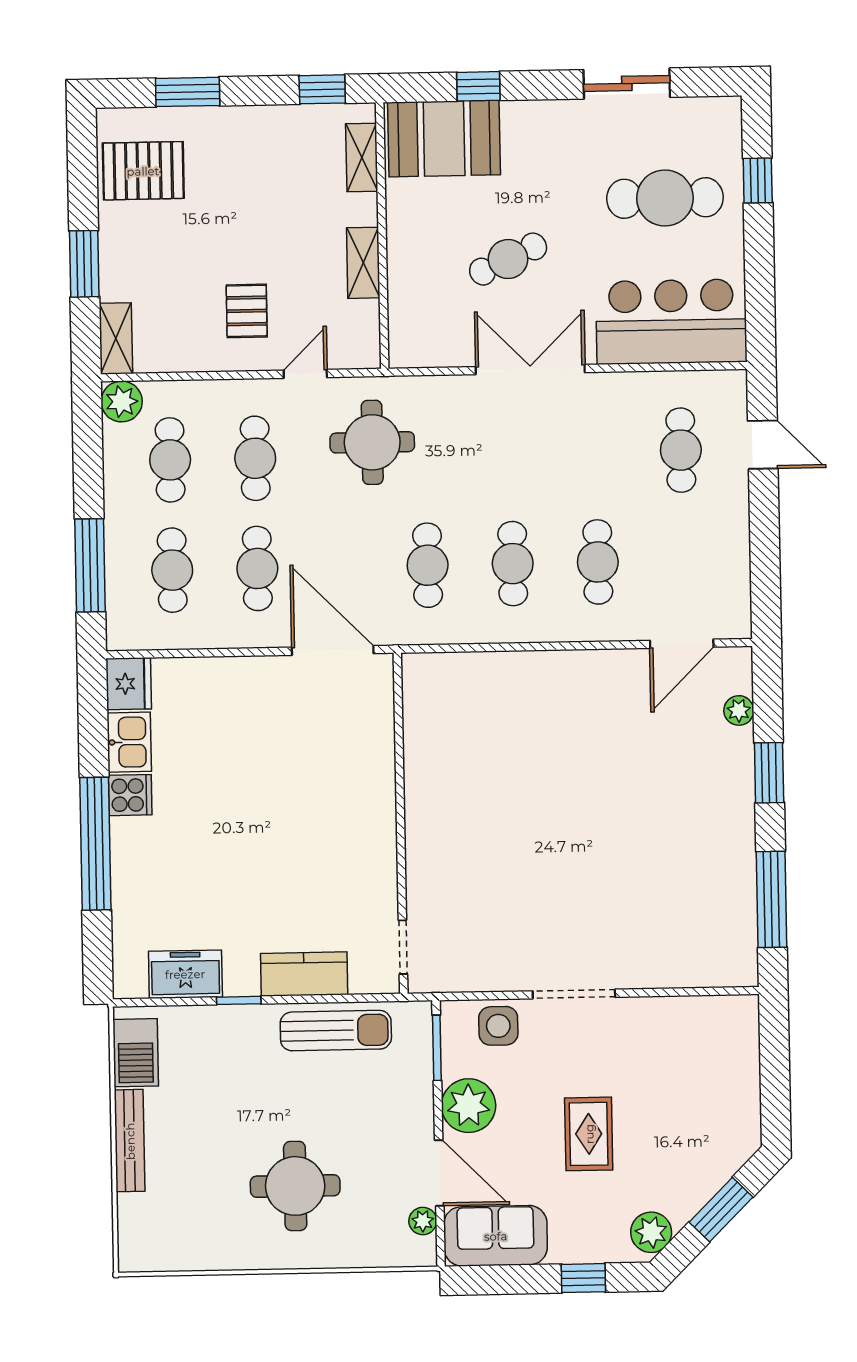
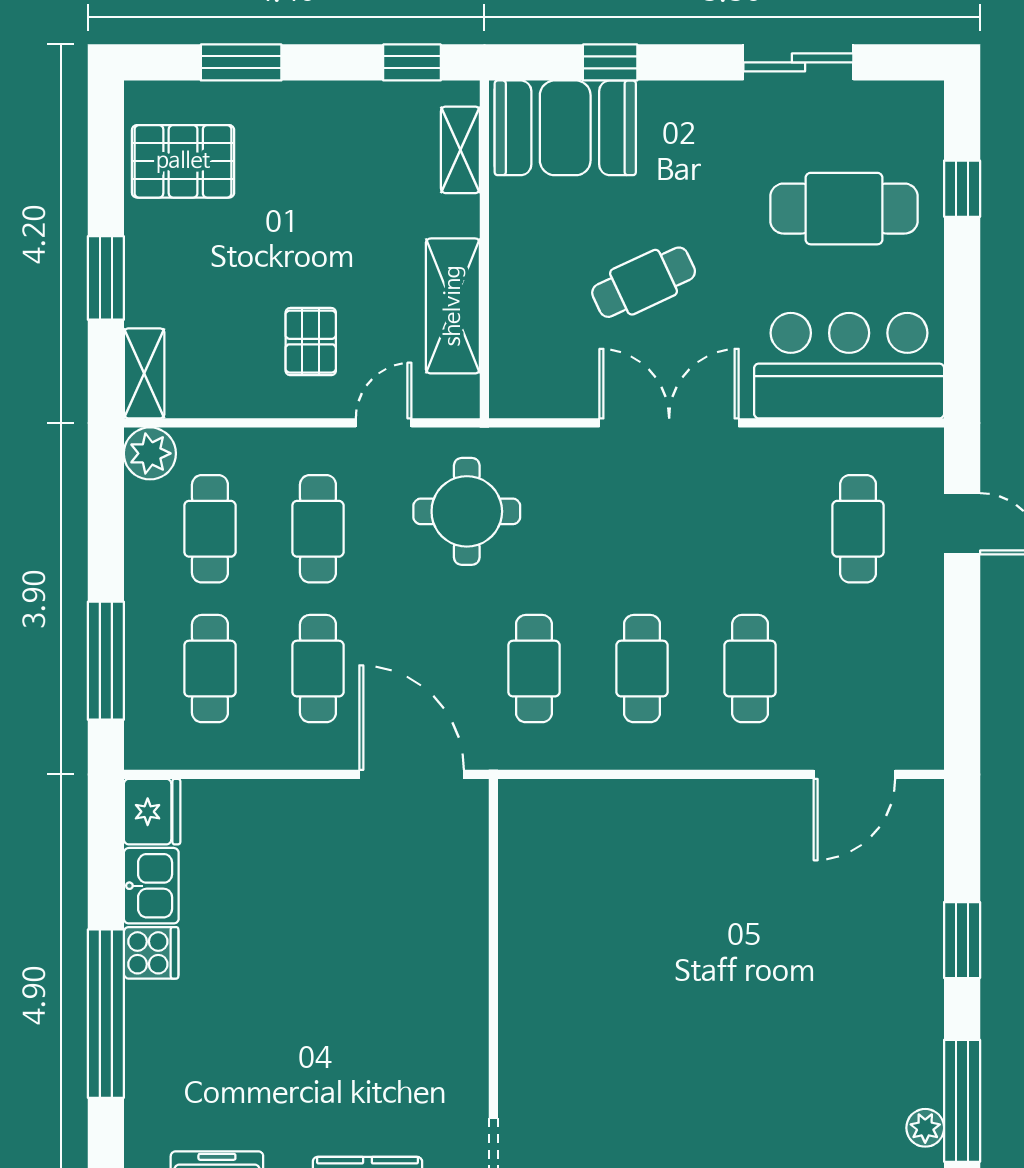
shelving: (363, 263) -> (453, 306), width x1.50, depth x1.33
plant: (739, 710) -> (925, 1128), moved

